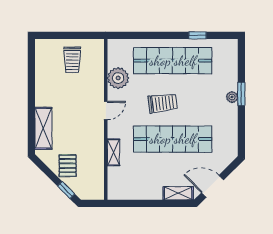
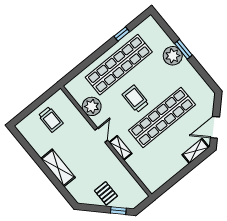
plant: (232, 97) -> (173, 56), width x1.88, depth x1.88
trolley: (163, 103) -> (136, 99), turned -83
shelving: (43, 128) -> (58, 168), moved
shelving: (113, 152) -> (120, 148), moved

